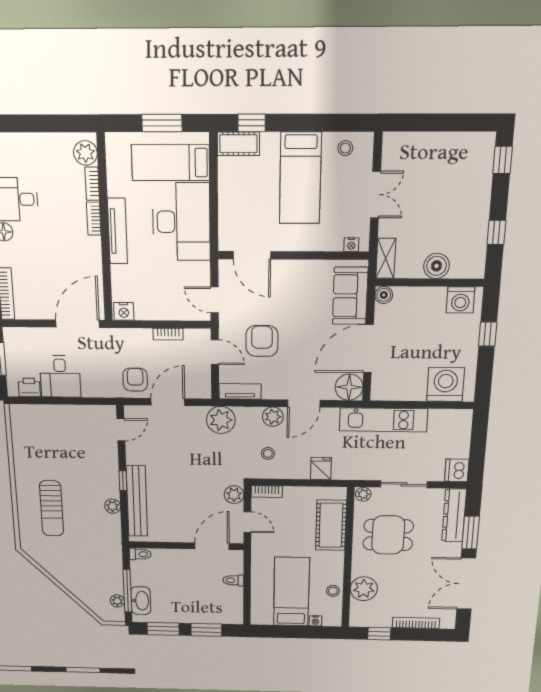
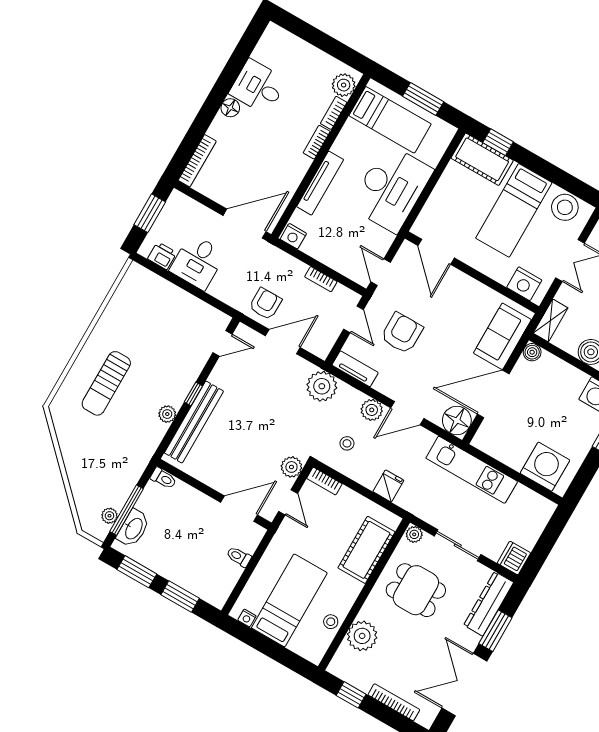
cot: (238, 144) -> (482, 159), width x1.37, depth x1.34
stool: (345, 148) -> (565, 207), width x1.89, depth x1.89
bed: (171, 163) -> (390, 120), moved, turned 180
tv unit: (117, 231) -> (320, 183), moved
nightstand: (351, 245) -> (524, 284), width x1.89, depth x1.79
nightstand: (315, 621) -> (247, 618), moved

